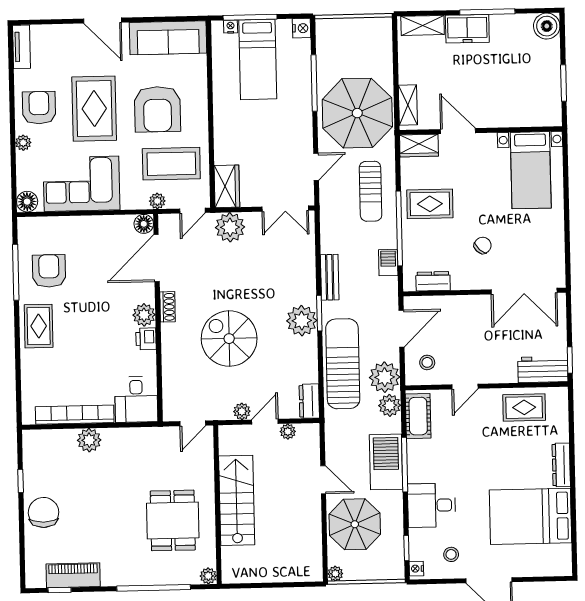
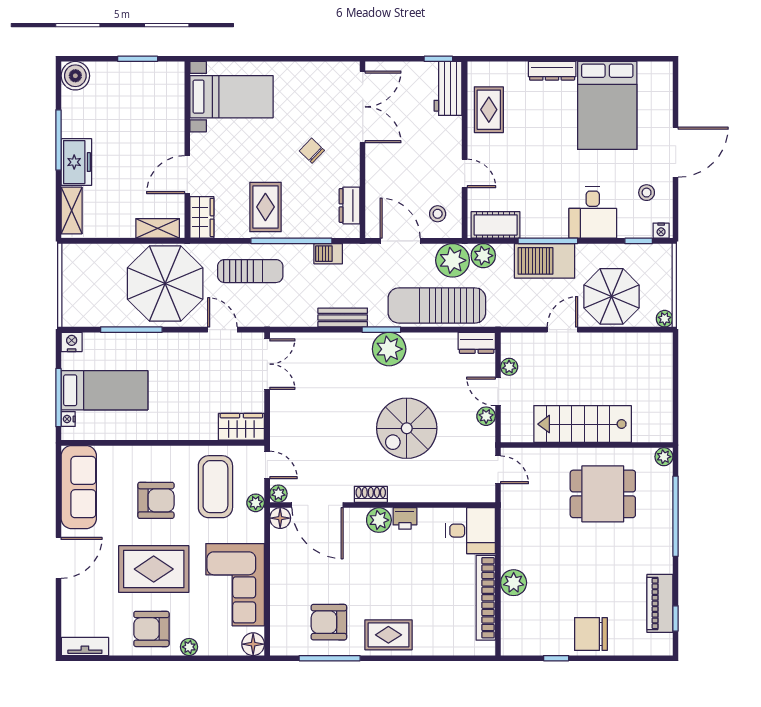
armchair: (157, 109) -> (156, 500), width x0.73, depth x0.73
plant: (230, 227) -> (278, 494), moved, width x0.53, depth x0.53

